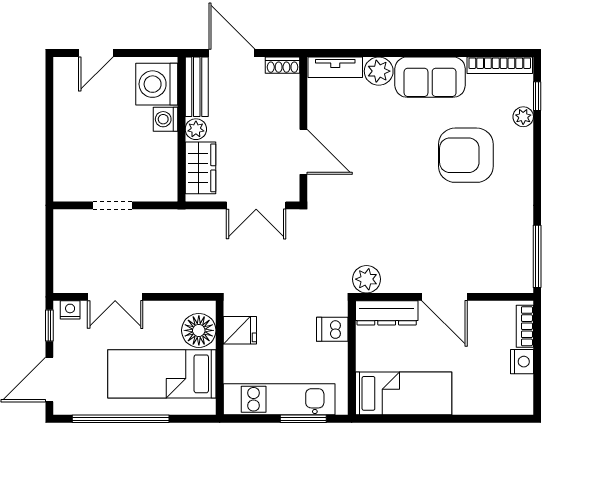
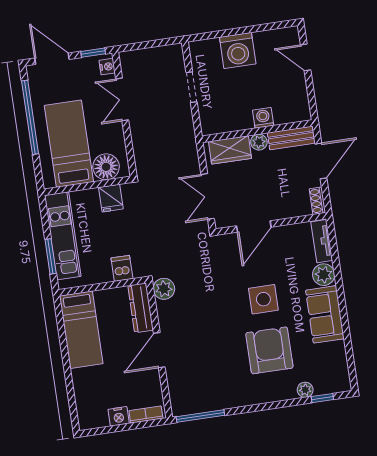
bookcase: (500, 65) -> (342, 366), removed
washing machine: (157, 84) -> (238, 51), moved, turned 180
side table: (399, 153) -> (263, 299), added

